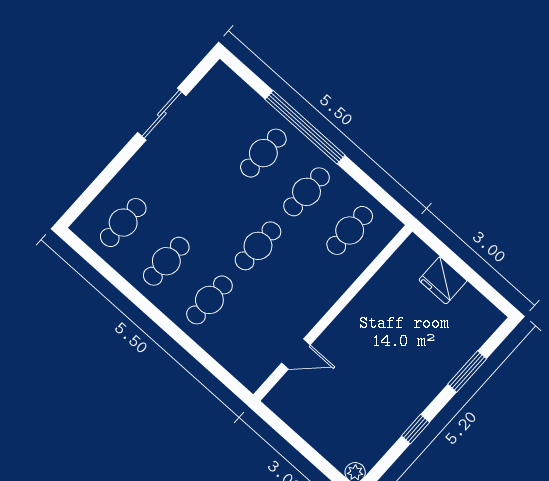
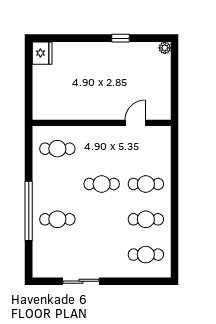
cafe table: (307, 192) -> (57, 184), removed
fridge: (443, 280) -> (42, 53), moved
door: (296, 354) -> (135, 123), hinge flipped
window: (467, 372) -> (73, 38), removed

